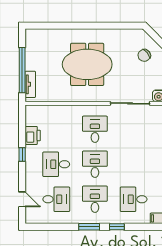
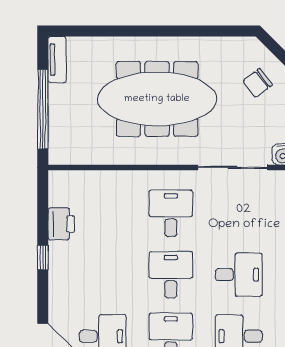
meeting table: (87, 64) -> (157, 99), width x1.36
tv unit: (30, 84) -> (57, 60), moved
desk: (56, 164) -> (239, 275), moved, turned 180

